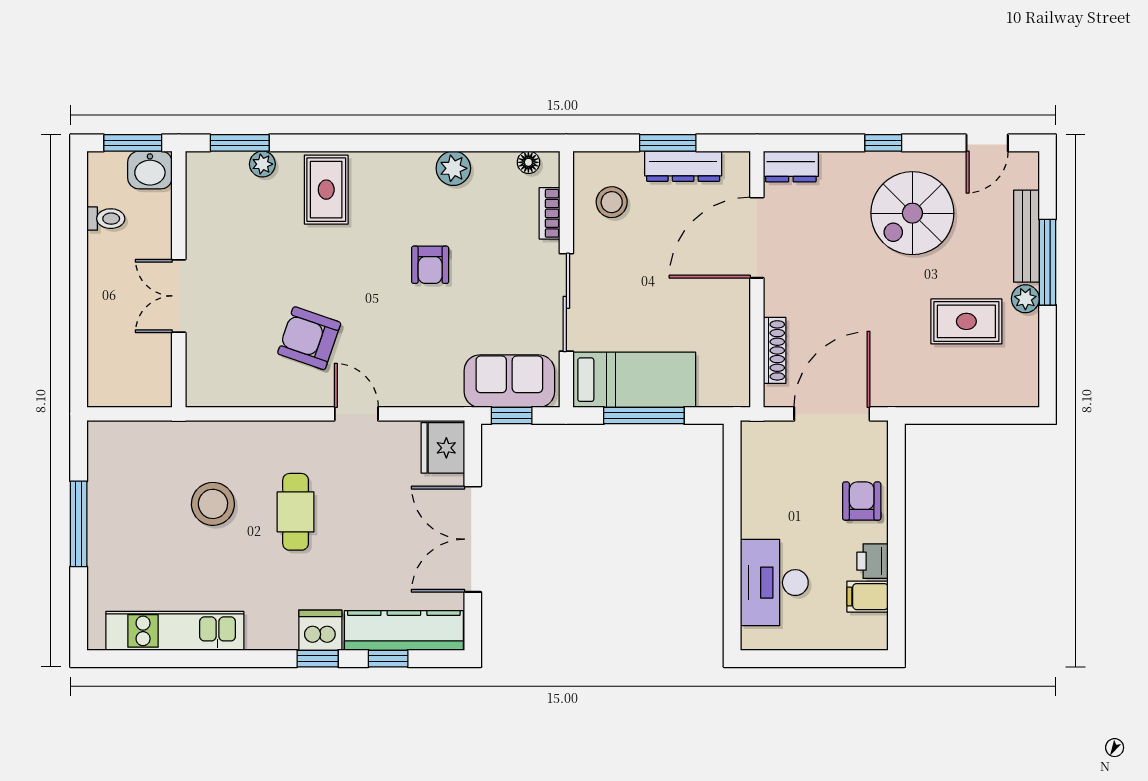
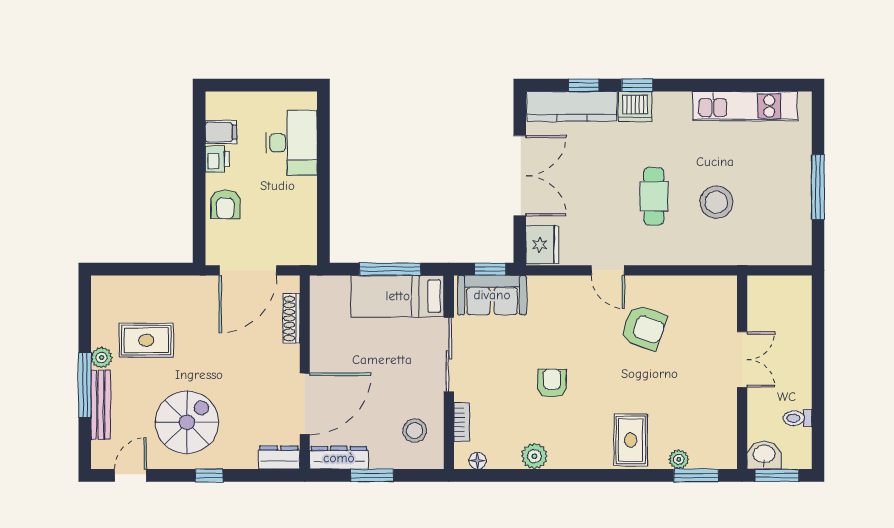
dresser: (683, 166) -> (339, 458), moved

